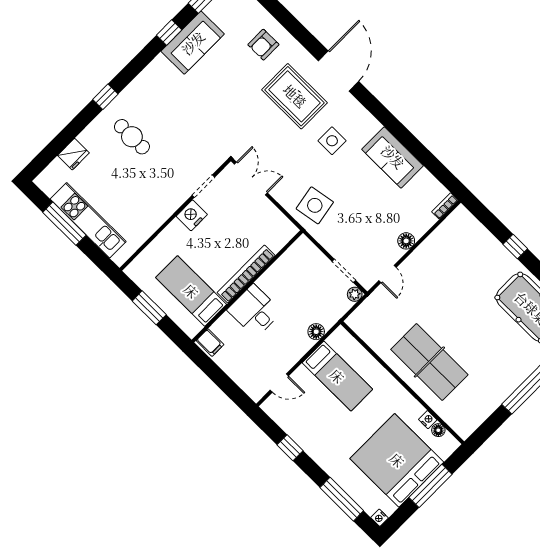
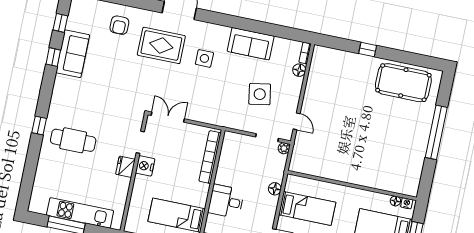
cafe table: (132, 137) -> (73, 140), width x1.37, depth x1.35
fridge: (73, 154) -> (125, 167), moved, turned 180
side table: (315, 205) -> (260, 94), moved
floor lamp: (406, 241) -> (299, 70), moved
bookcase: (246, 274) -> (210, 157), moved
table tennis table: (429, 362) -> (361, 161), removed
nightstand: (428, 420) -> (407, 203), moved

